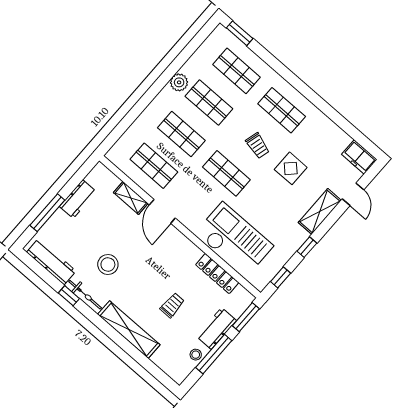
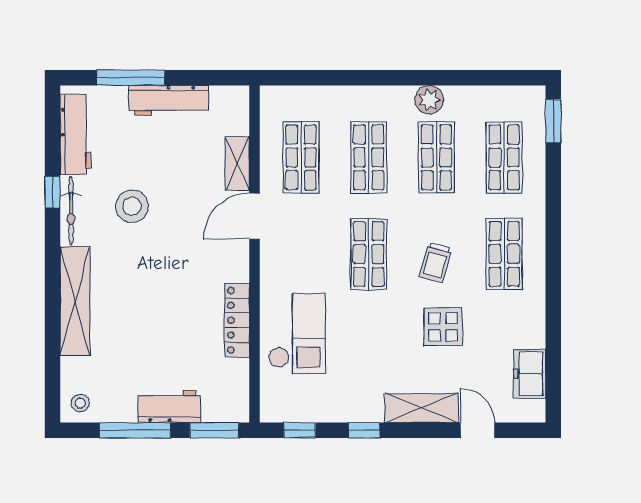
freezer: (359, 157) -> (530, 374), moved
door: (353, 194) -> (478, 430), swing flipped
workbench: (78, 199) -> (169, 100), width x1.38
checkout: (234, 239) -> (297, 334), width x0.73, depth x0.83
locker: (217, 274) -> (237, 320), moved
trolley: (172, 305) -> (151, 328), removed
stool: (196, 355) -> (80, 403), moved

